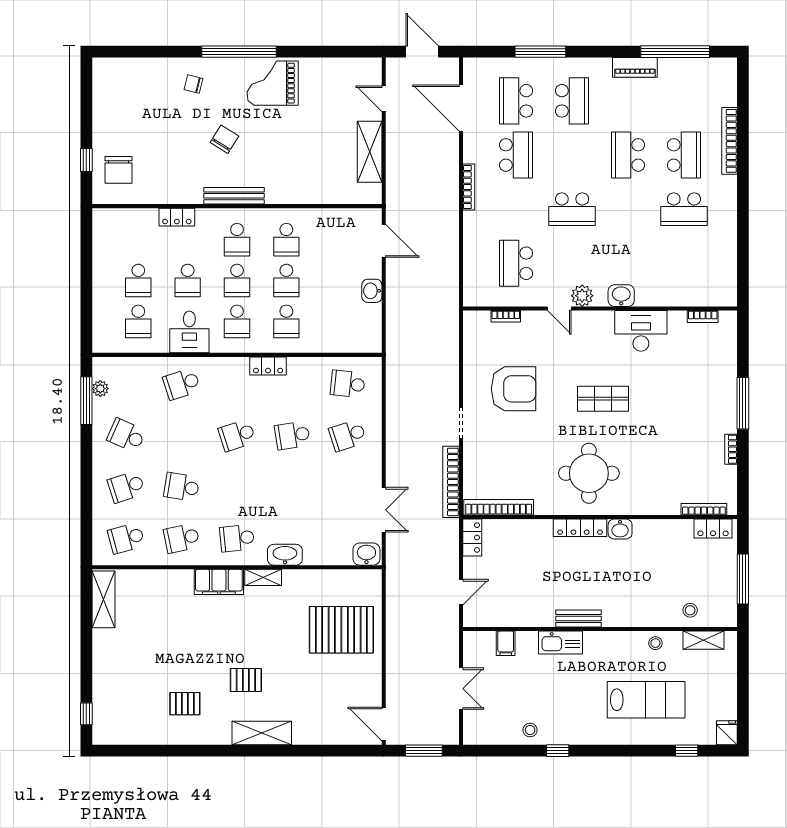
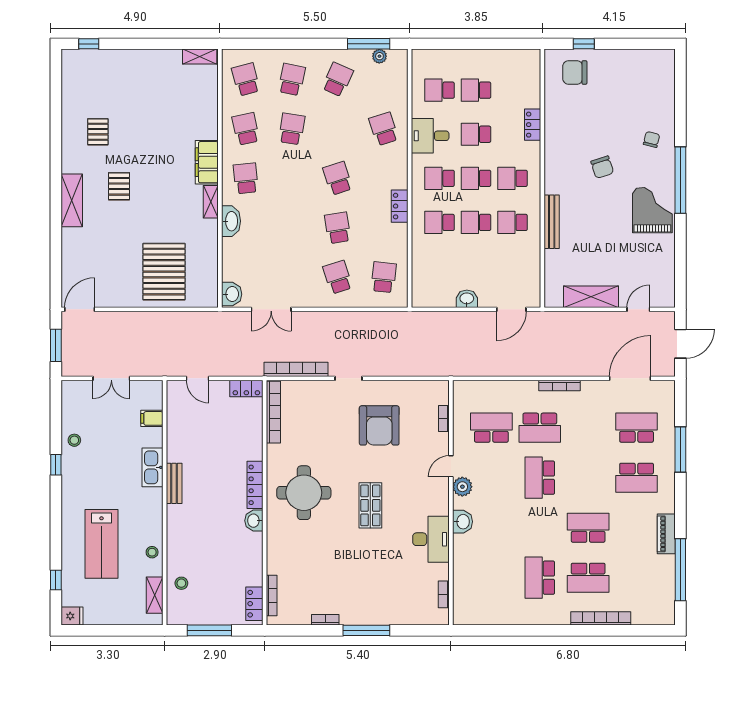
chair: (224, 139) -> (602, 167), turned 40
school desk: (516, 155) -> (540, 428), moved
bench: (234, 196) -> (552, 222), moved
school desk: (126, 487) -> (292, 79), turned 30
shelving: (104, 599) -> (200, 57), width x0.67, depth x0.75

